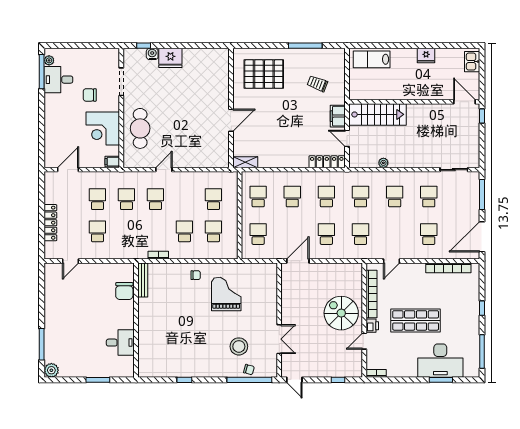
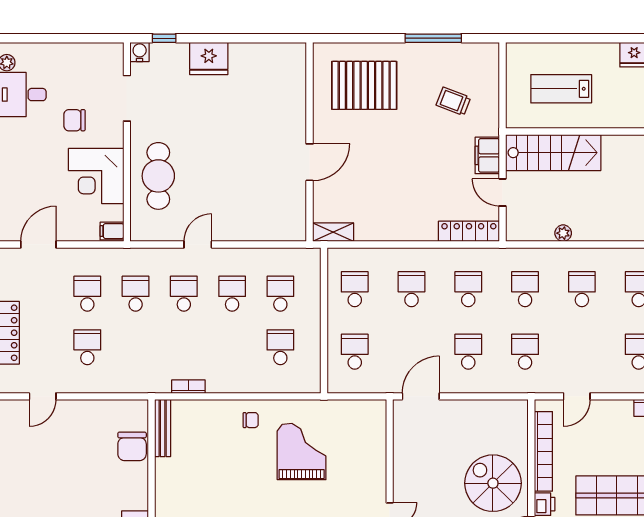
water cooler: (152, 54) -> (140, 52), moved
lab bench: (372, 59) -> (561, 89), moved
school desk: (184, 231) -> (232, 294), moved

